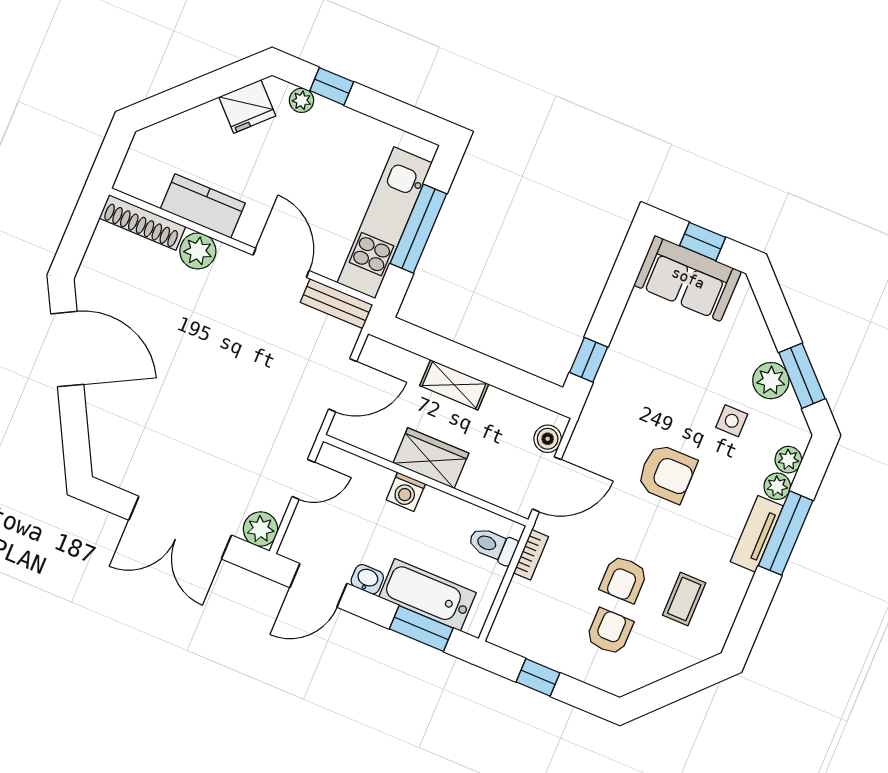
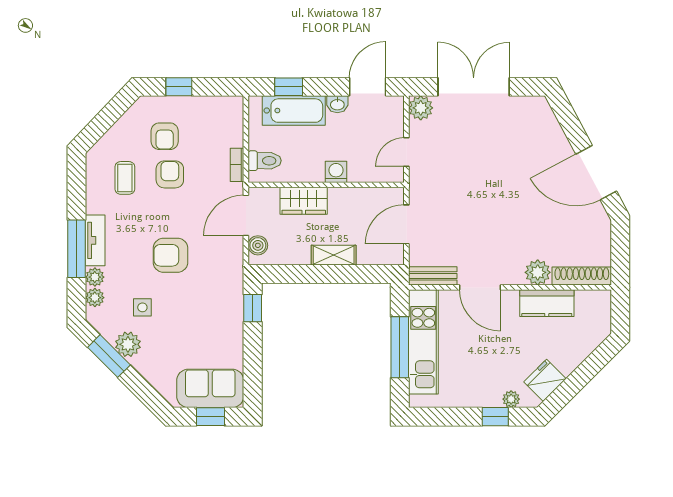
wardrobe: (431, 458) -> (304, 201), moved
window: (421, 628) -> (289, 87), width x0.67
window: (538, 677) -> (179, 87), moved

